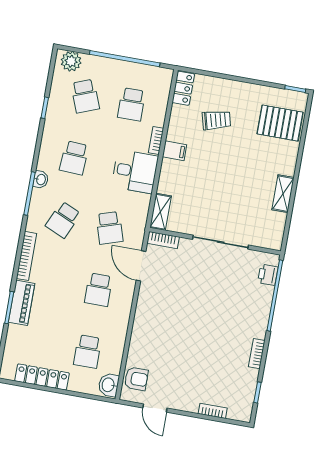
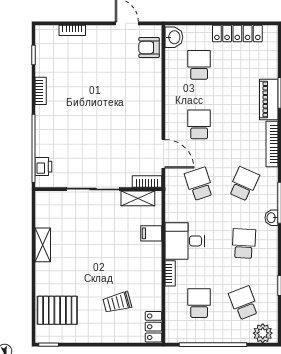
filing cabinet: (174, 151) -> (151, 233), moved
shelving: (161, 212) -> (138, 198), moved, turned 90

